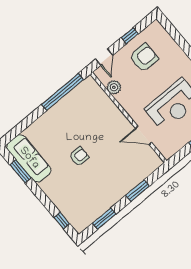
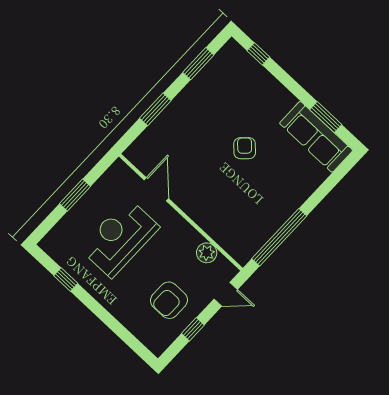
door: (104, 57) -> (226, 294), swing flipped
door: (143, 135) -> (156, 189), hinge flipped
armchair: (79, 156) -> (245, 148), turned 136

